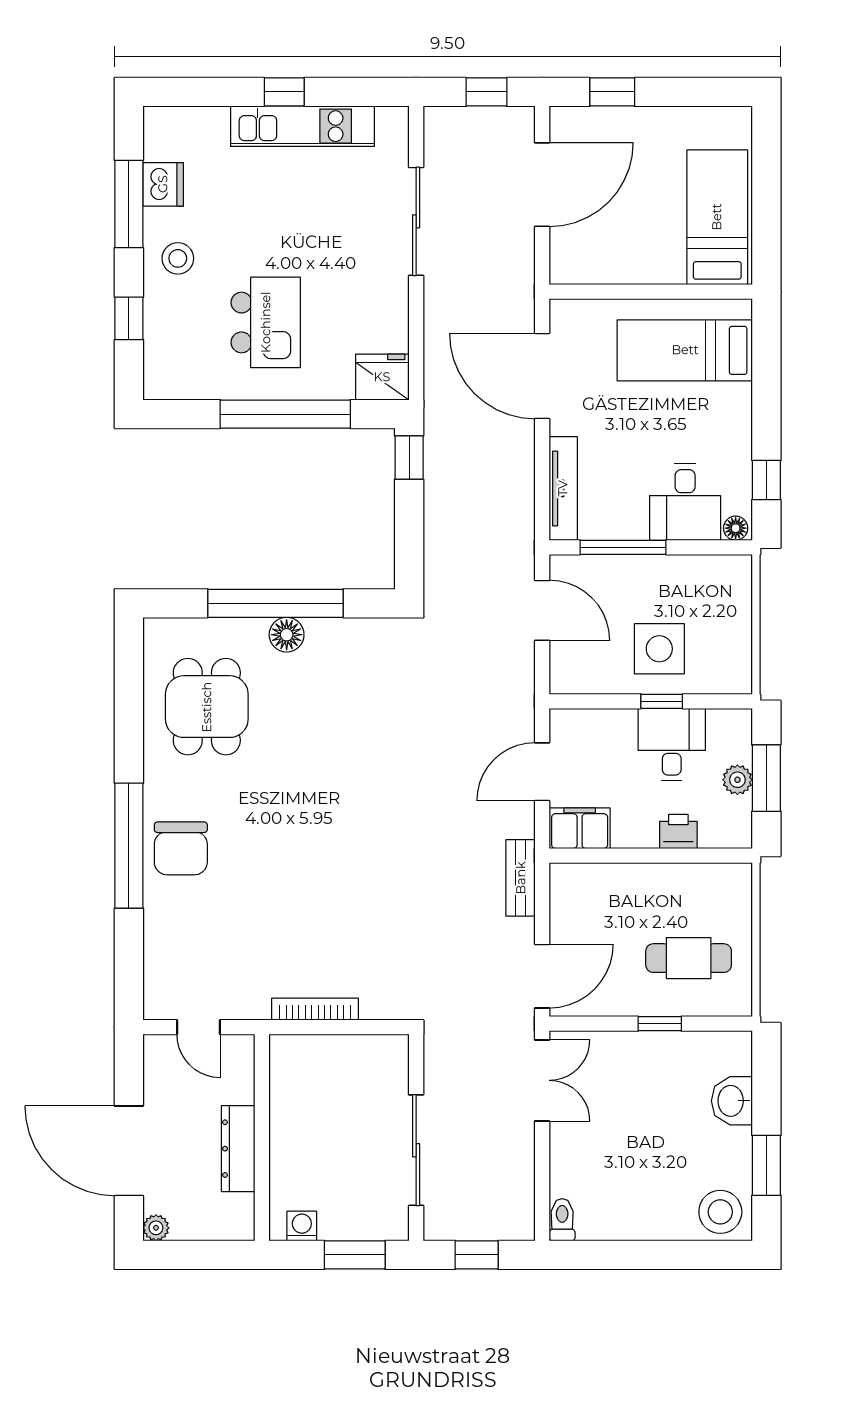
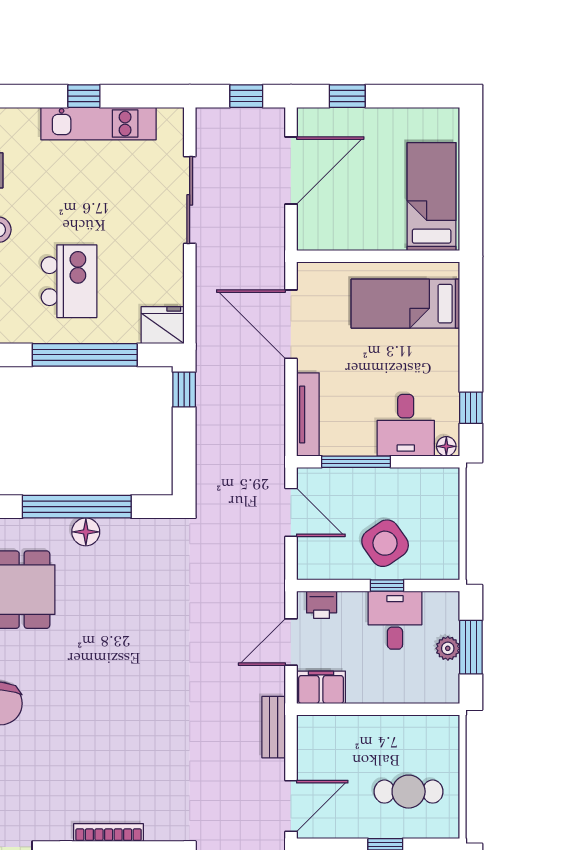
side table: (659, 649) -> (385, 543), turned -35
printer: (678, 832) -> (322, 605), moved, turned 180

